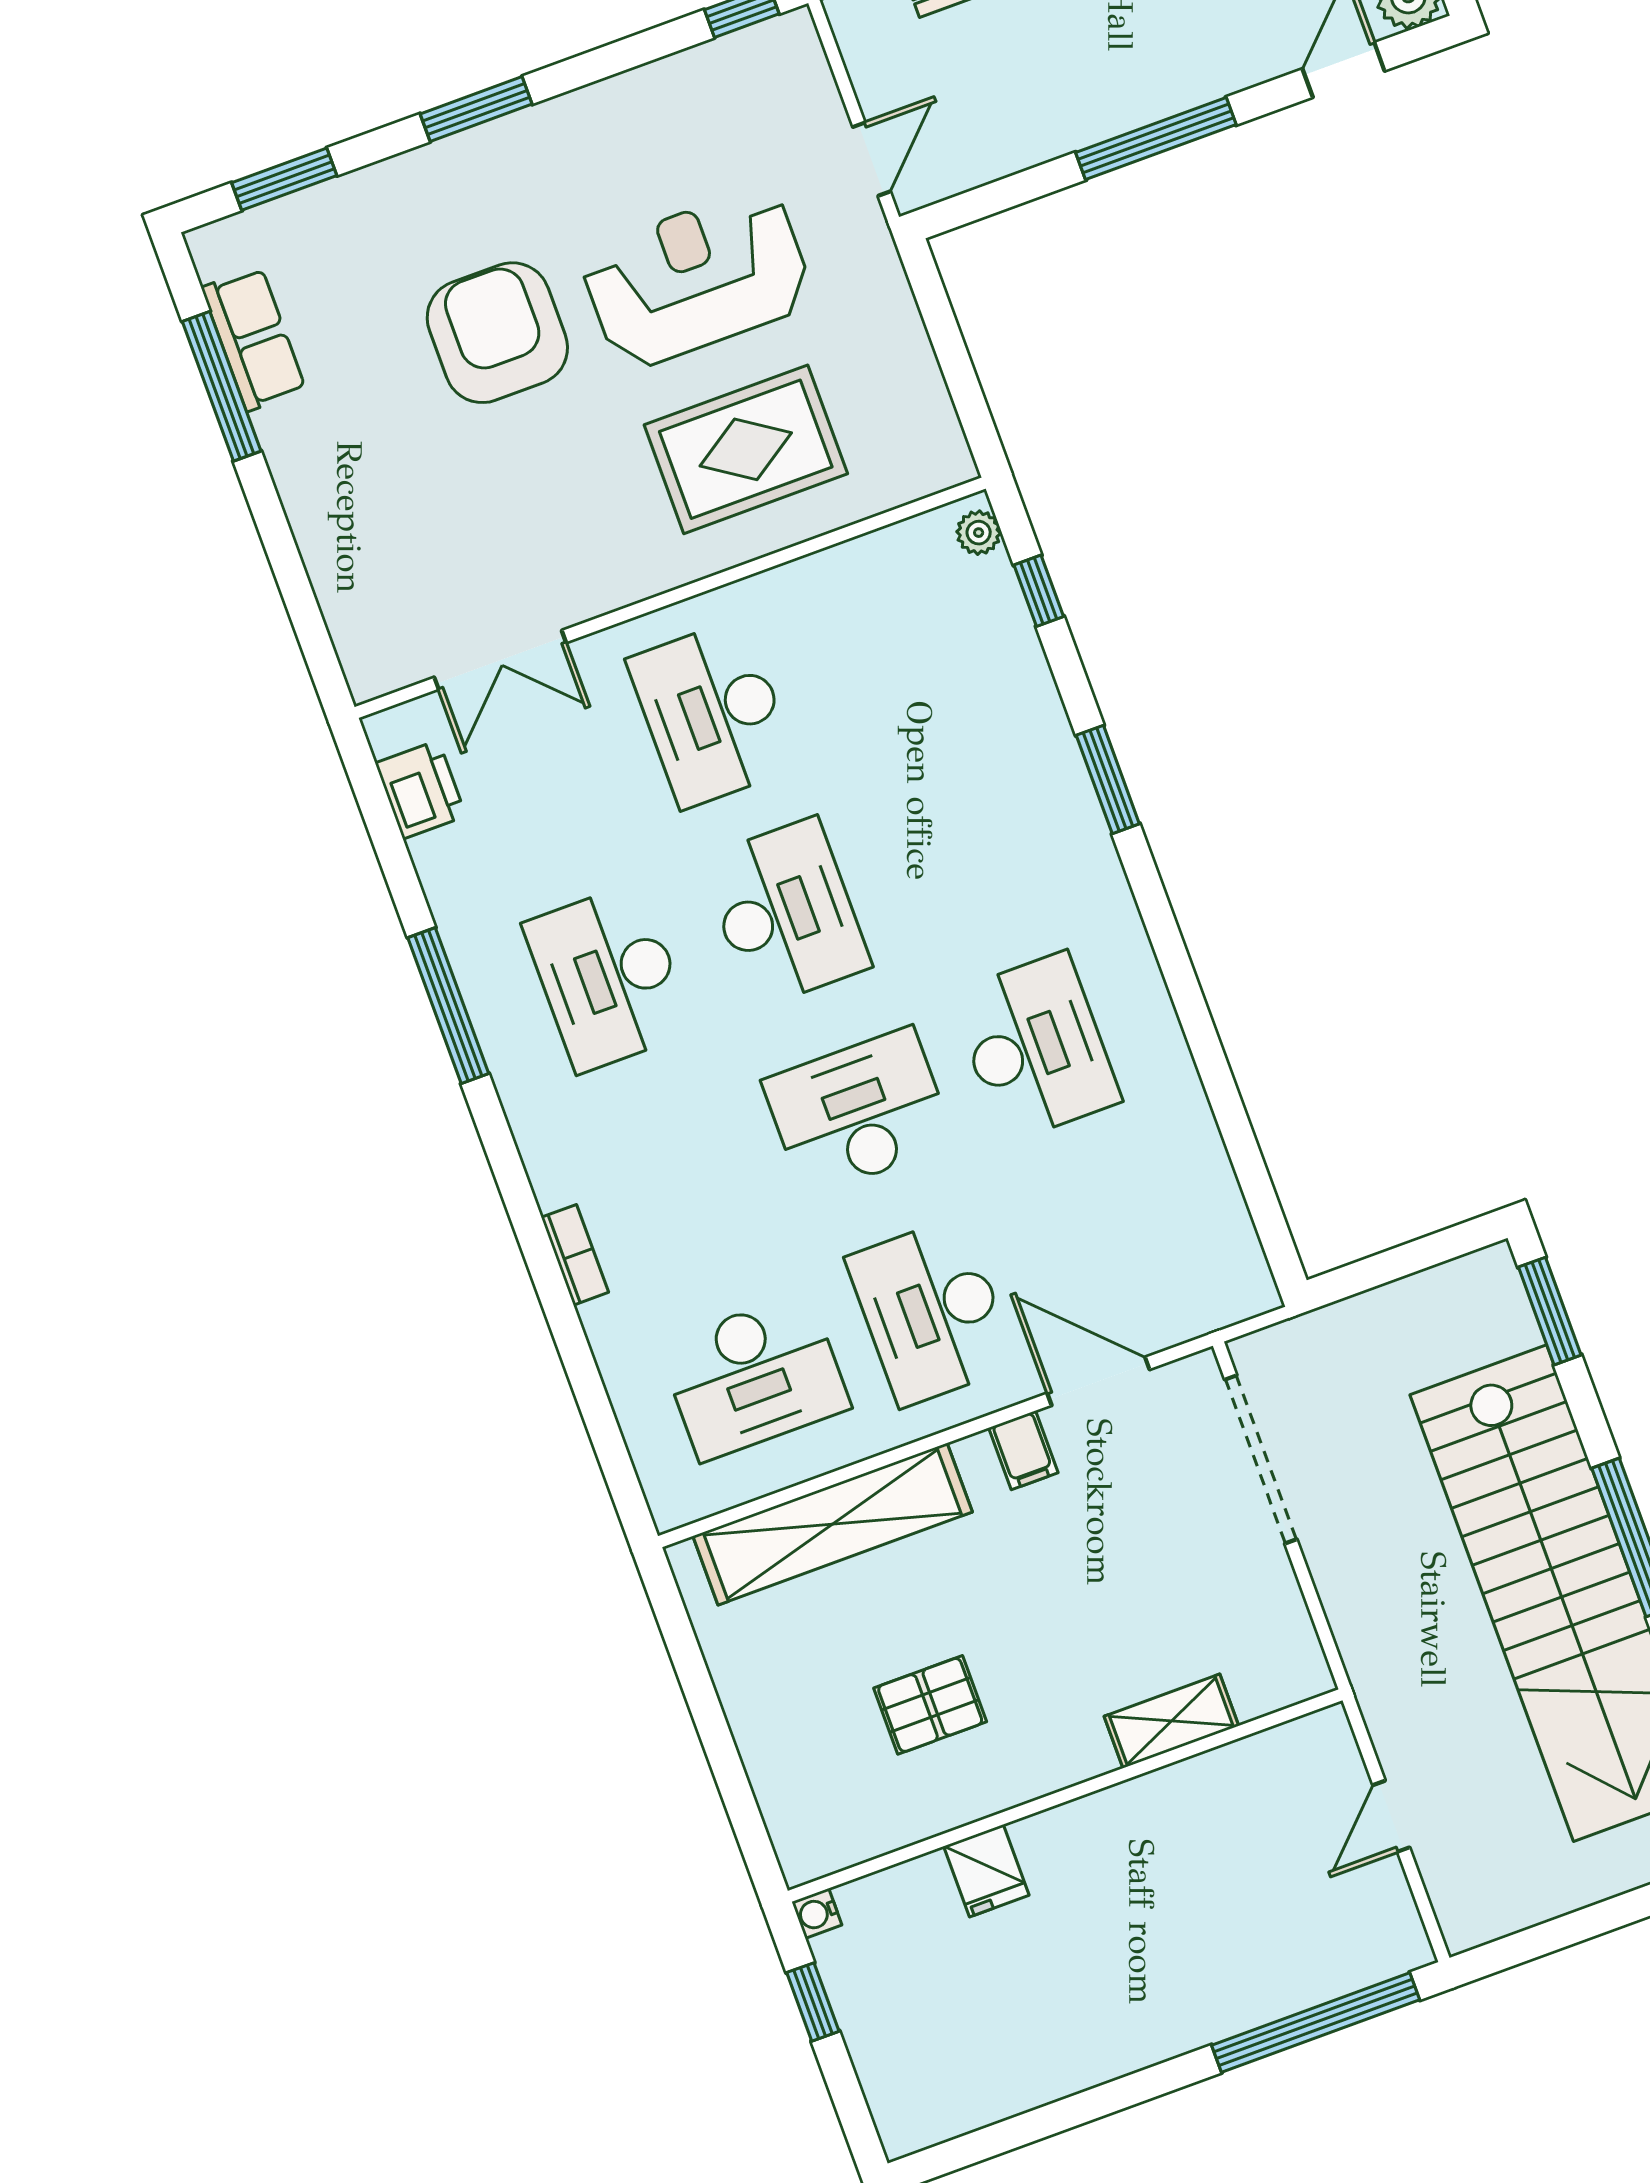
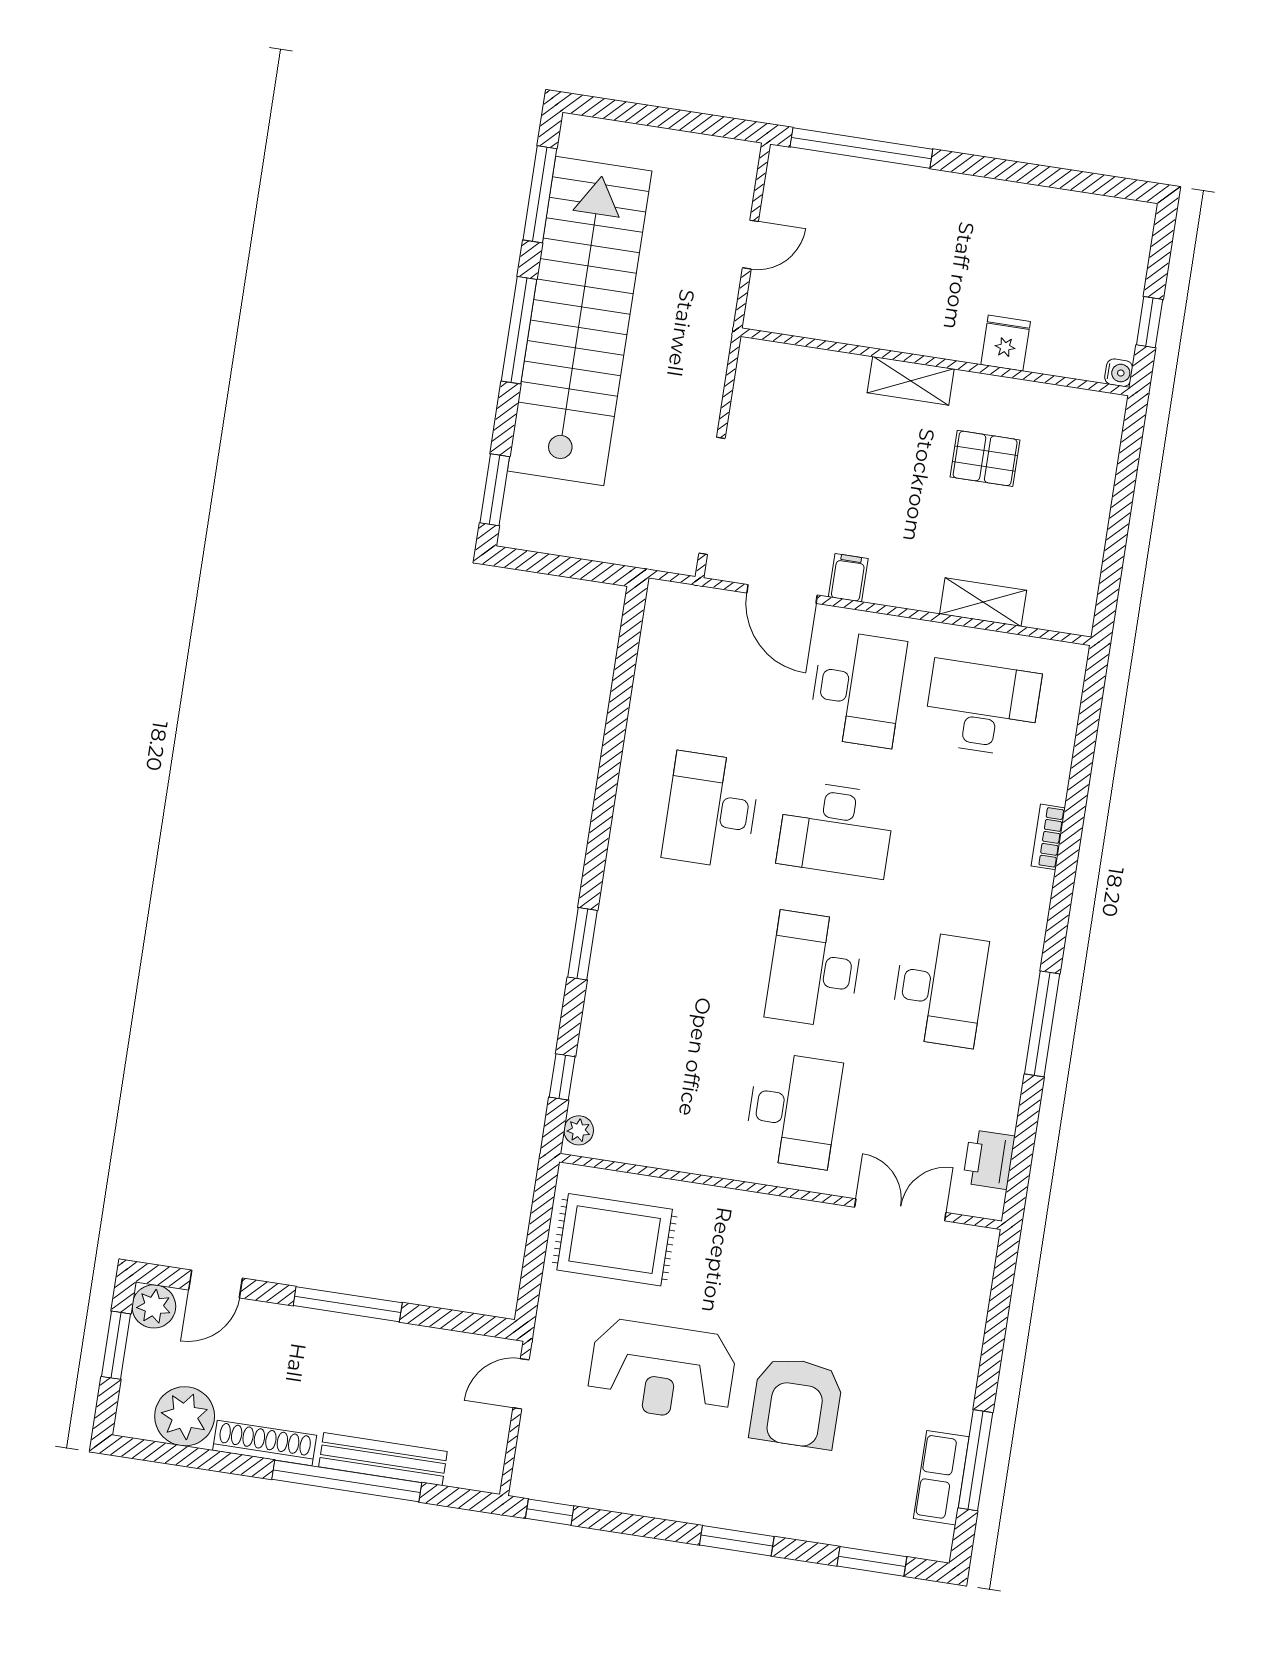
rug: (746, 449) -> (615, 1240), moved
shelving: (833, 1524) -> (983, 602), width x0.45, depth x0.75
shelving: (1171, 1721) -> (911, 381), moved

